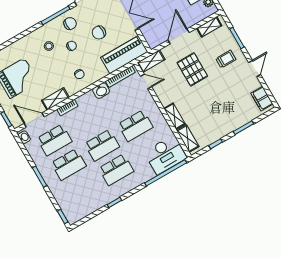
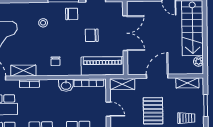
chair: (72, 46) -> (62, 33), removed
door: (146, 82) -> (108, 109), moved

